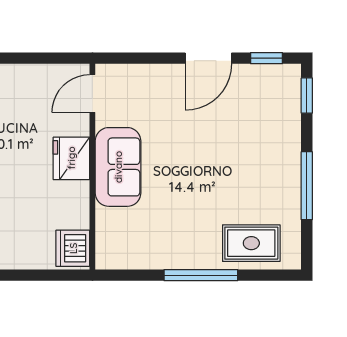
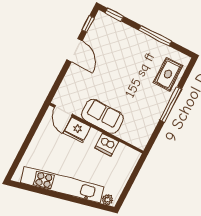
fridge: (71, 158) -> (77, 130), moved
dishwasher: (73, 248) -> (107, 145), moved

